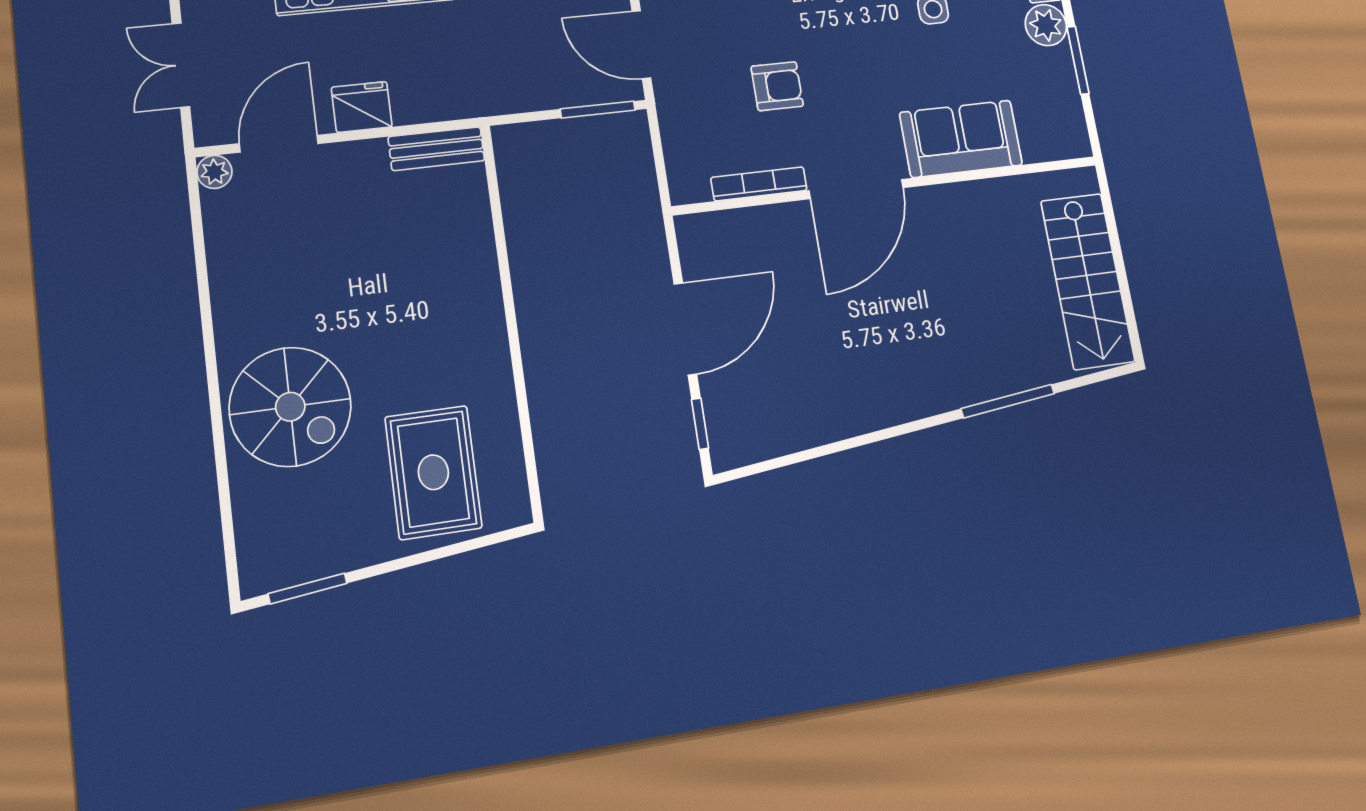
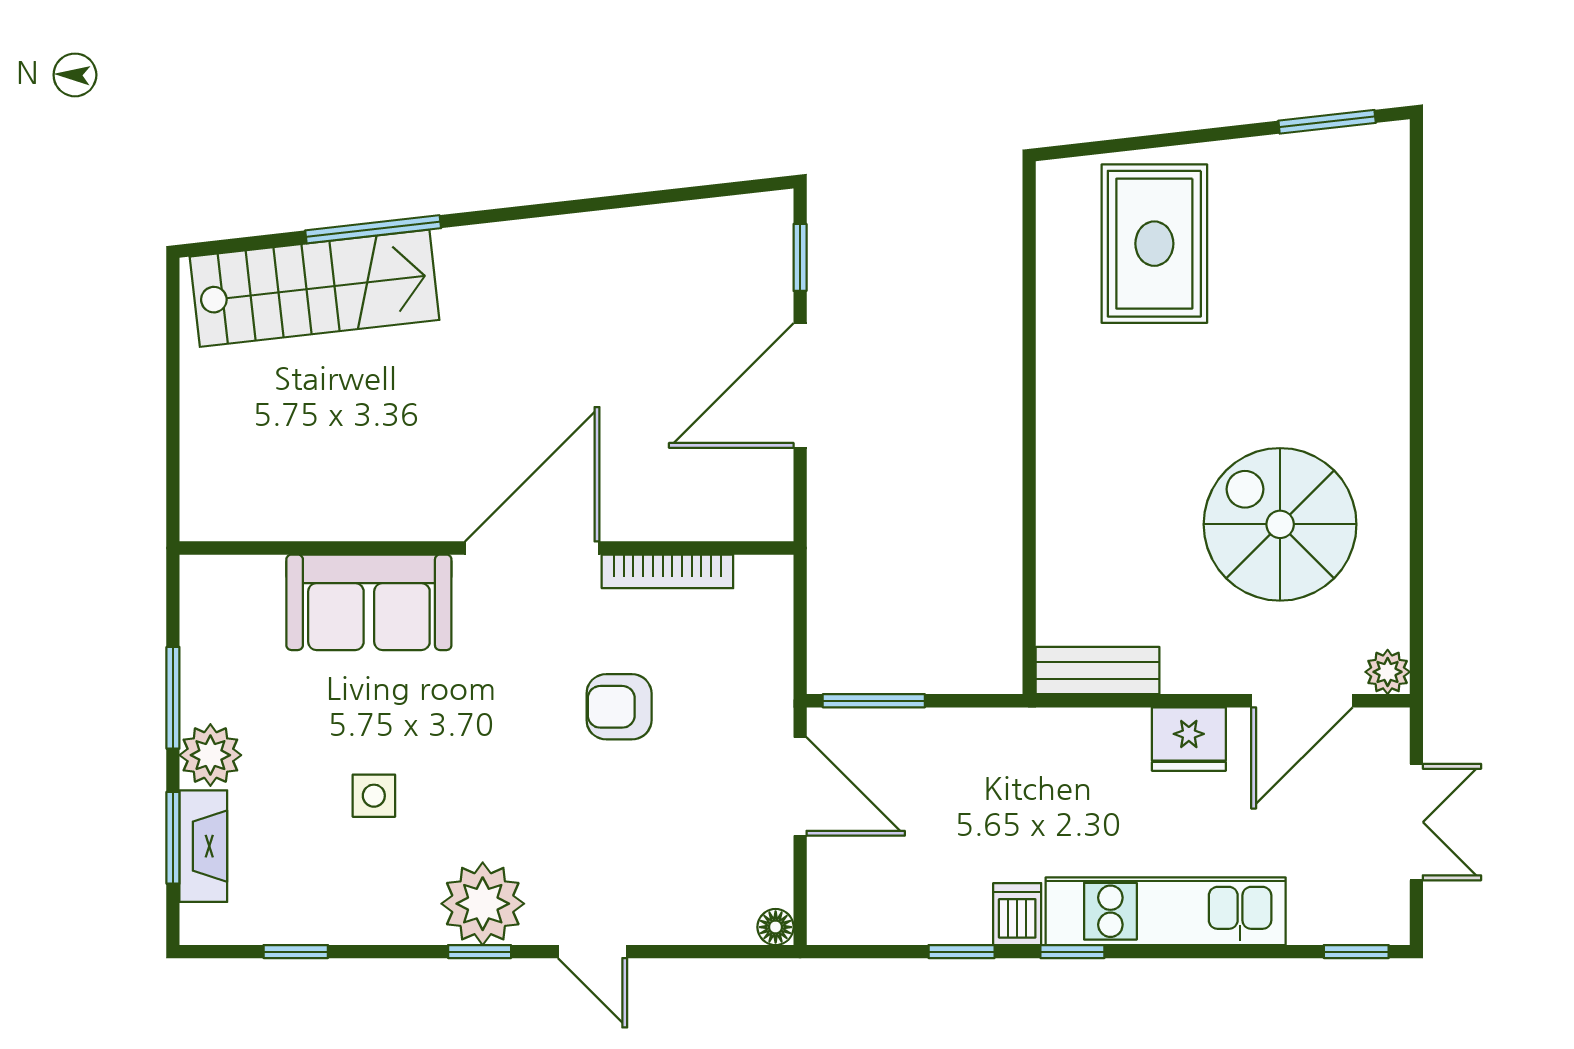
stairs: (1088, 281) -> (315, 288), moved, turned 84
spiral stairs: (290, 407) -> (1280, 524), moved

